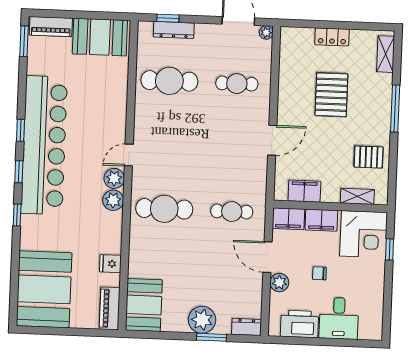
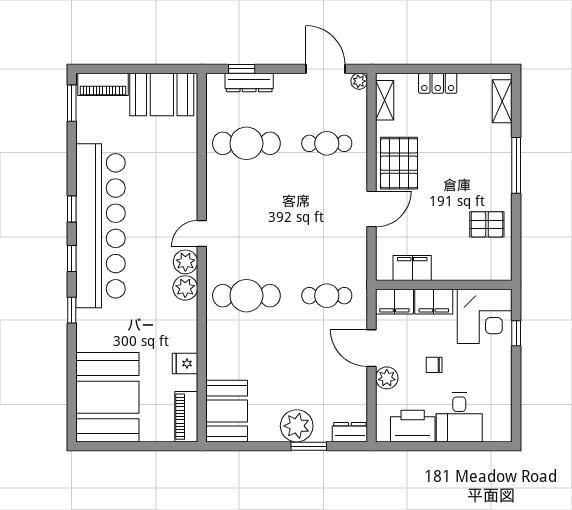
pallet: (331, 95) -> (399, 163), moved
shelving: (357, 196) -> (385, 100), moved, turned 90

